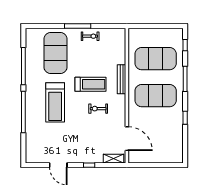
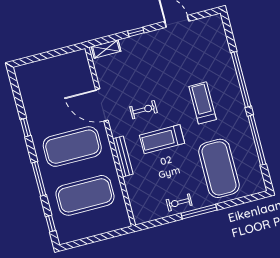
treadmill: (55, 102) -> (203, 103), width x0.73, depth x0.73
door: (127, 139) -> (102, 105), moved

